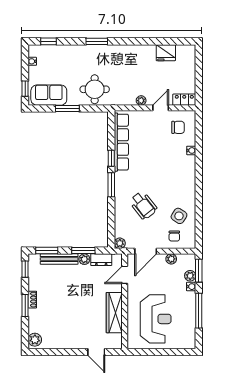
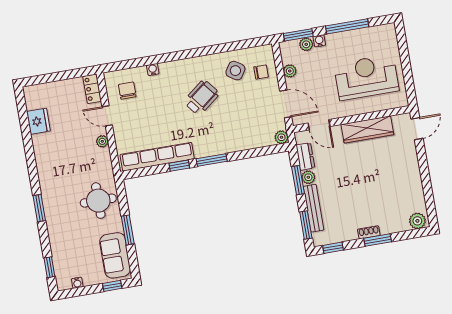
wheelchair: (143, 205) -> (201, 98), moved
door: (96, 352) -> (417, 129), moved

